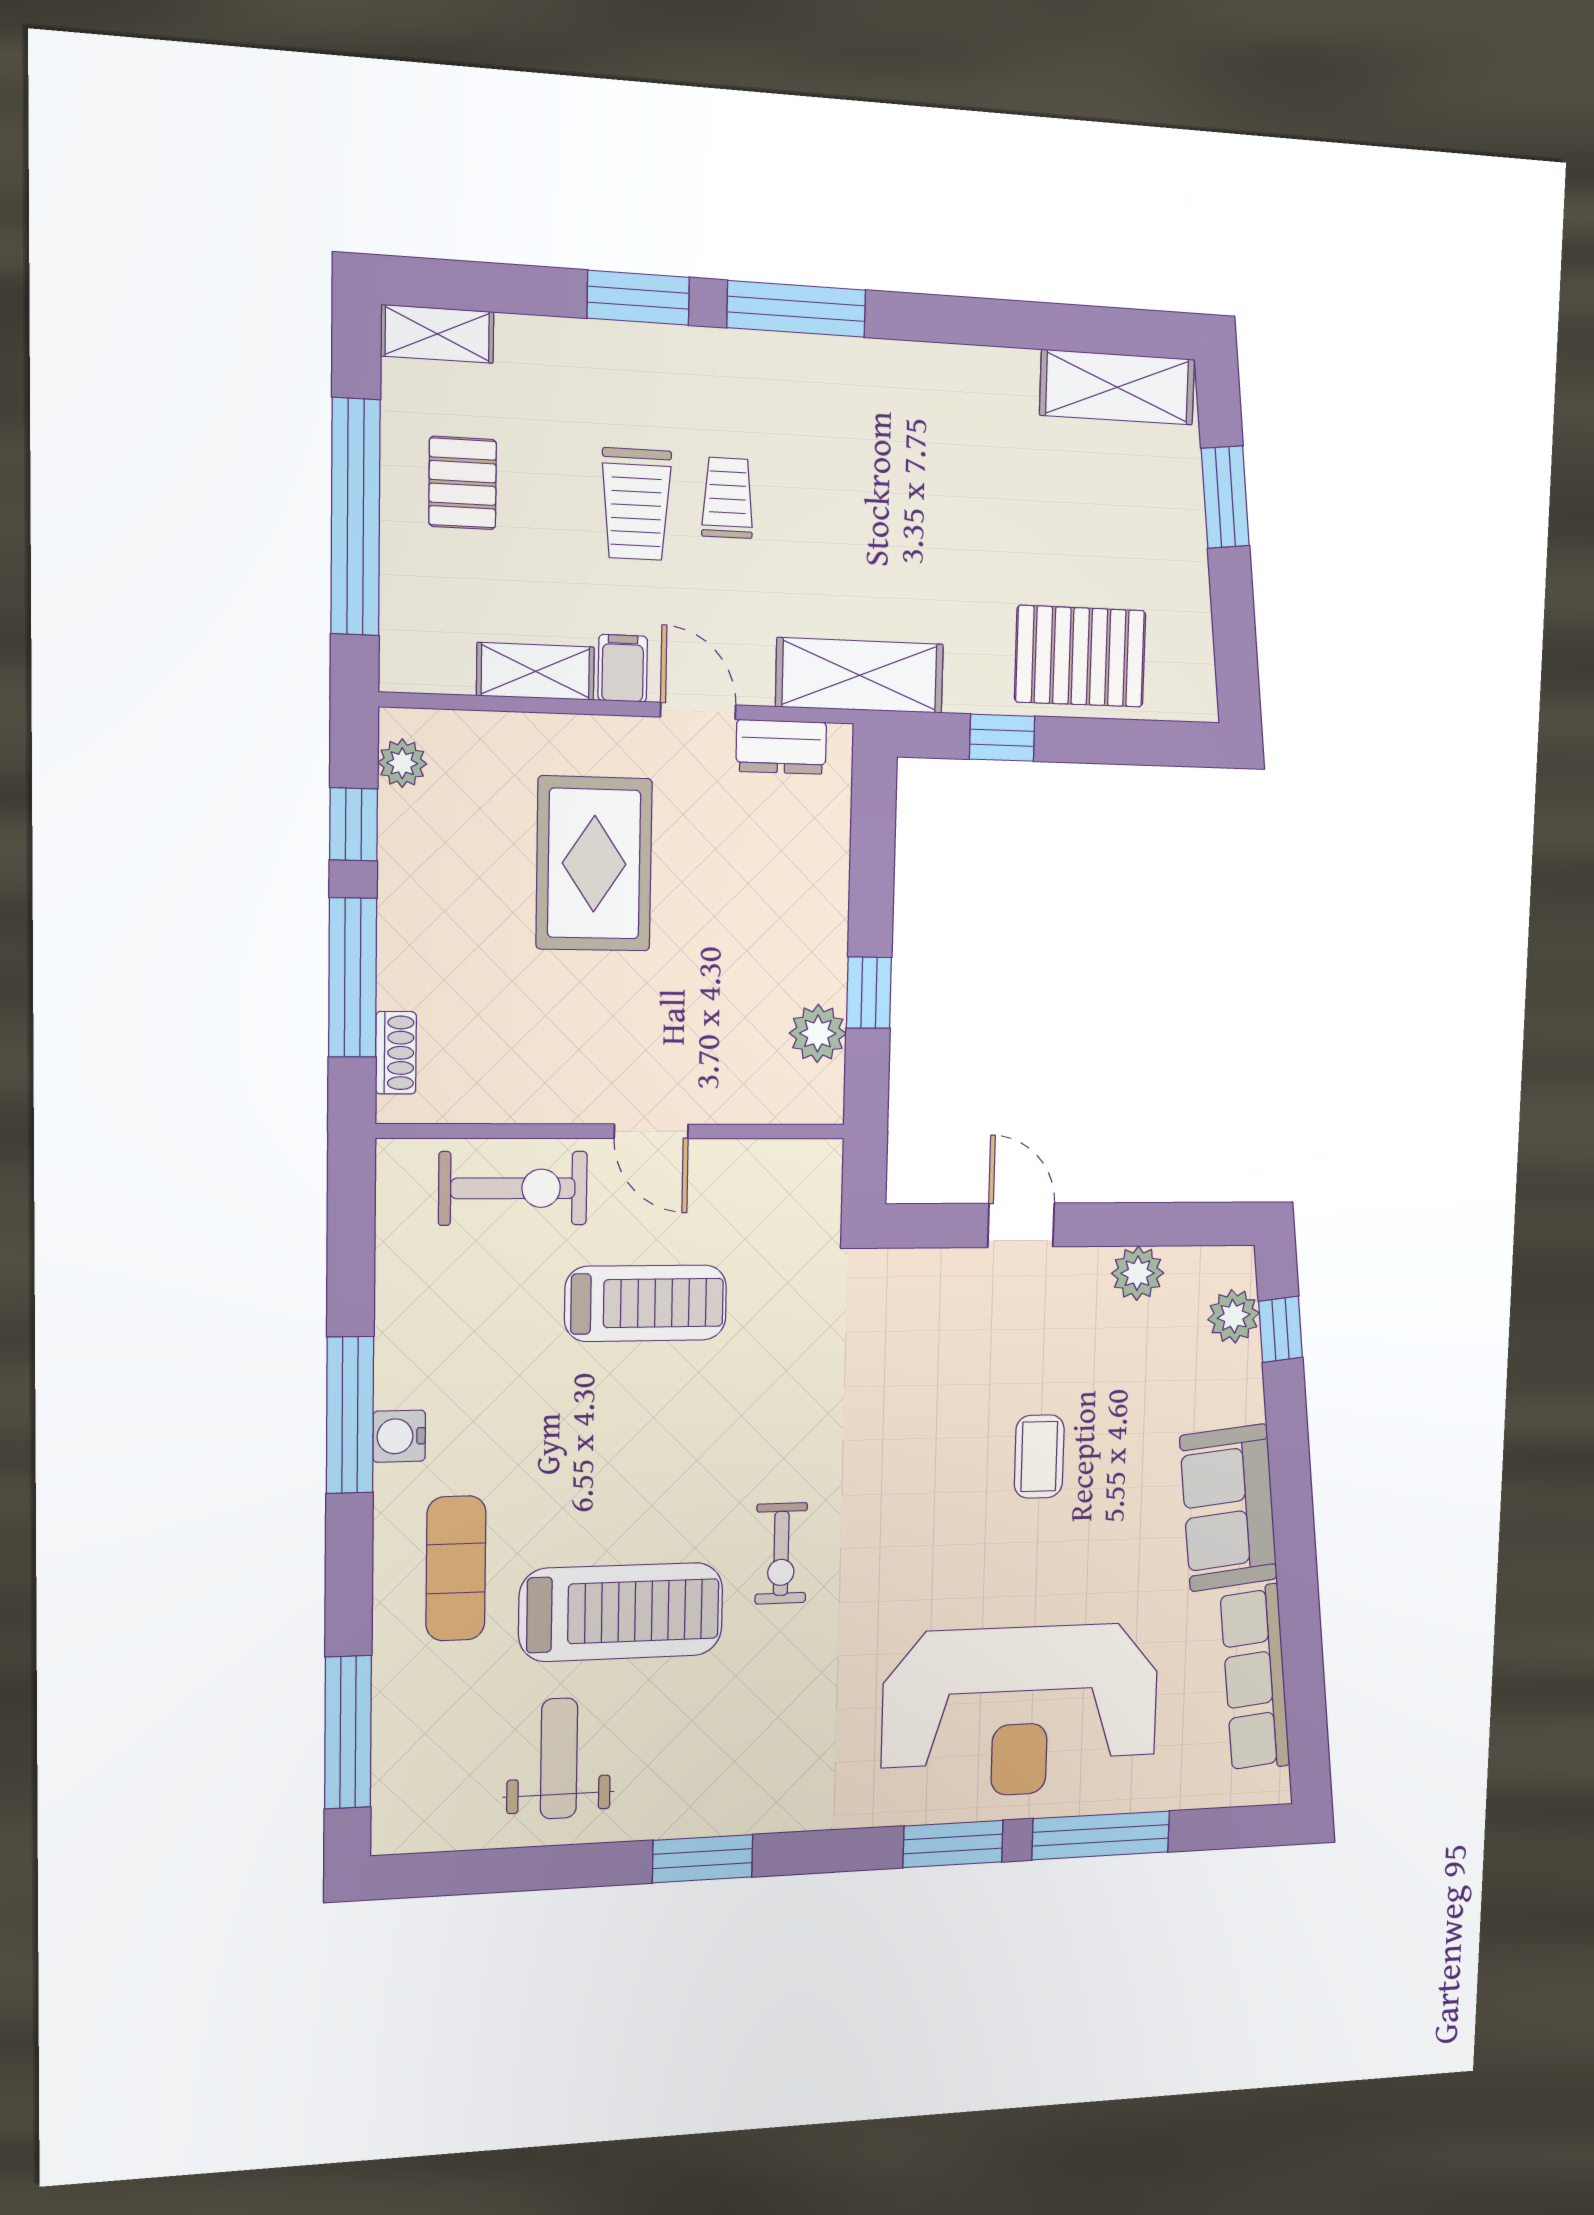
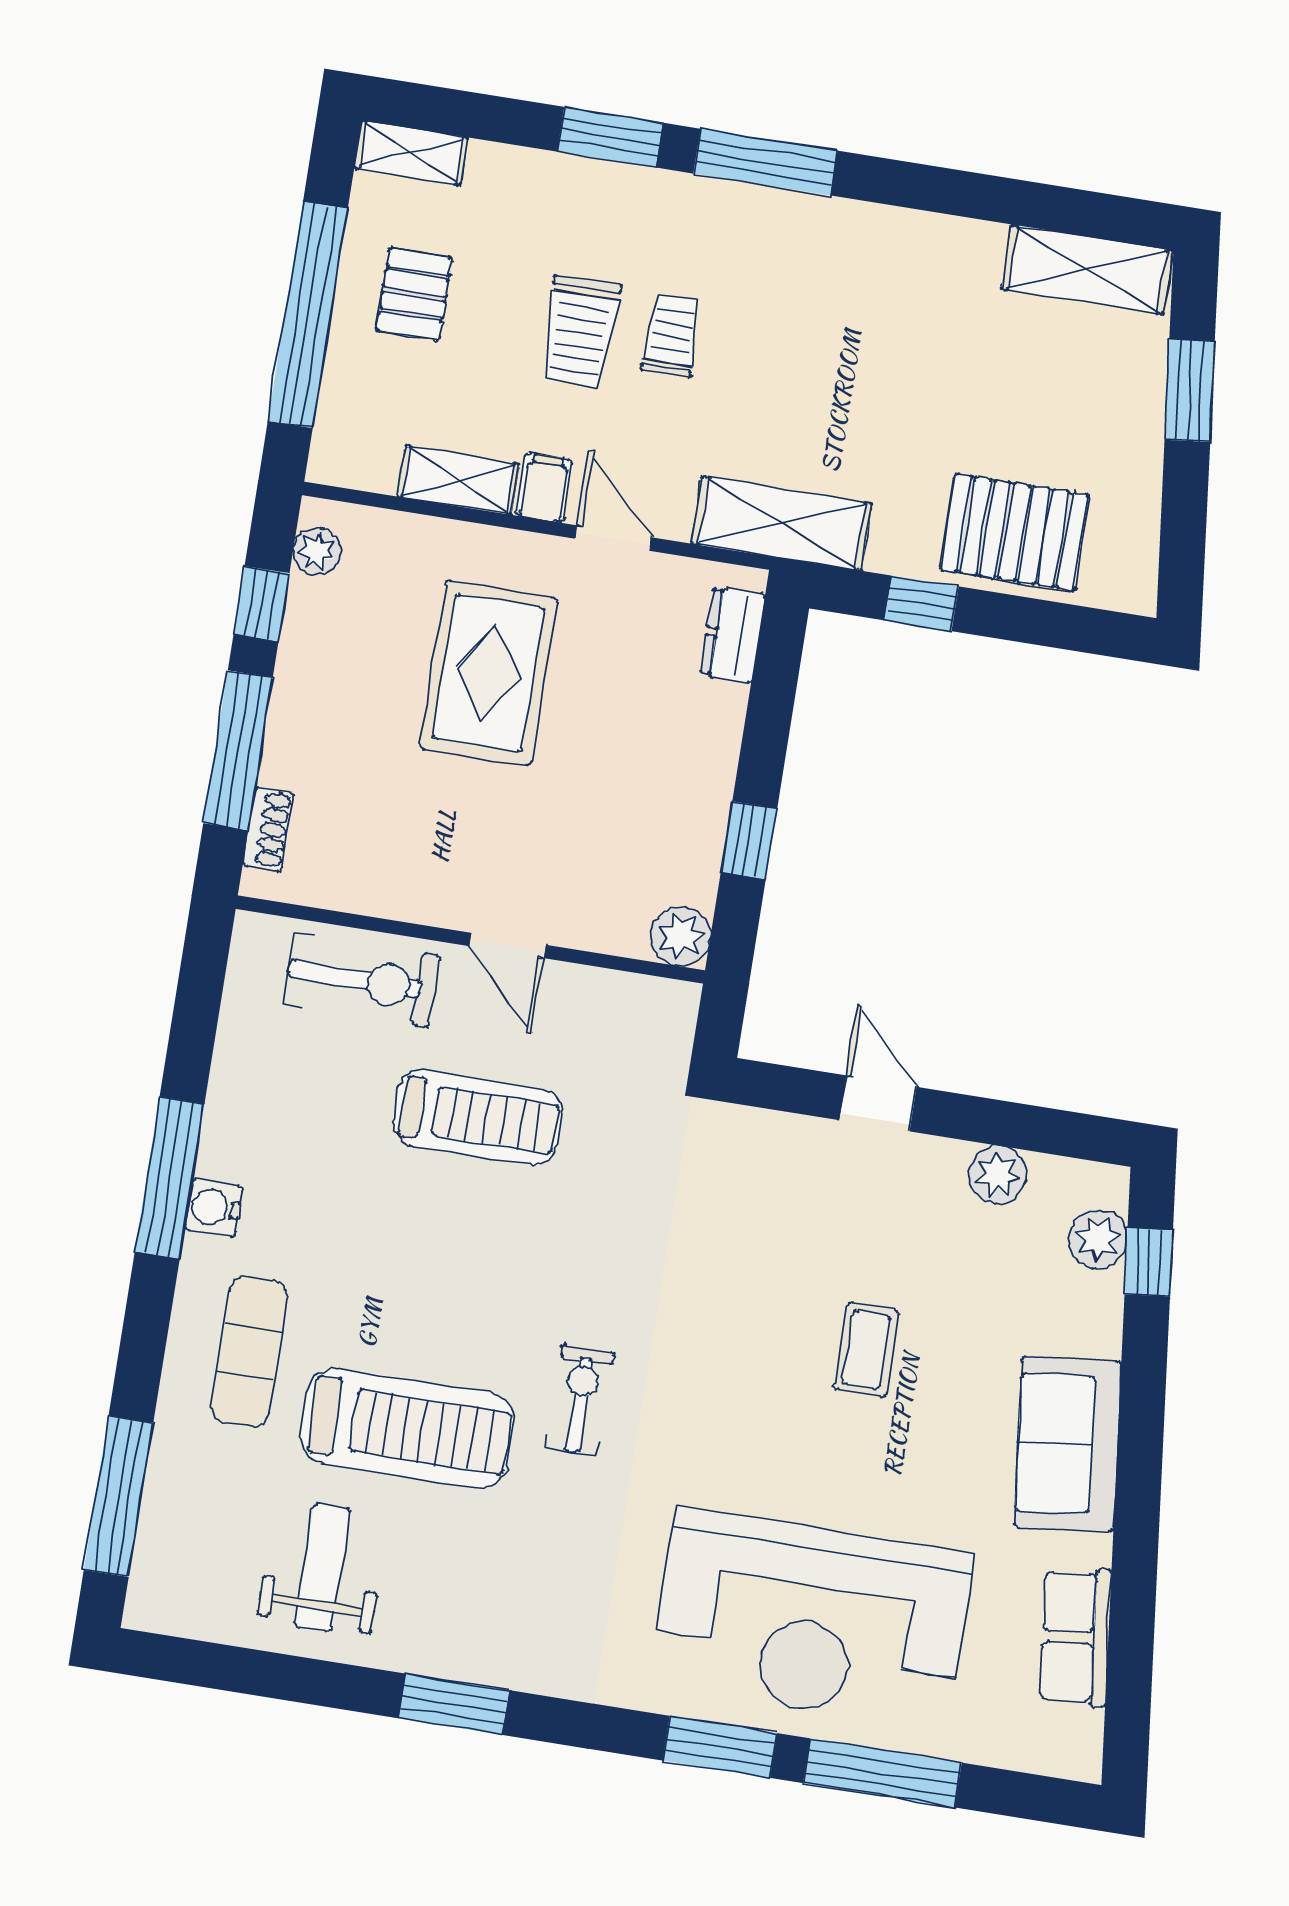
dresser: (781, 747) -> (733, 635), moved, turned 90
plant: (818, 1033) -> (681, 936), moved
exercise bike: (781, 1553) -> (580, 1400), turned 180
row of seats: (1255, 1679) -> (1075, 1637), width x0.68

